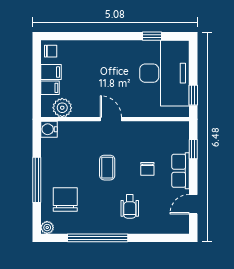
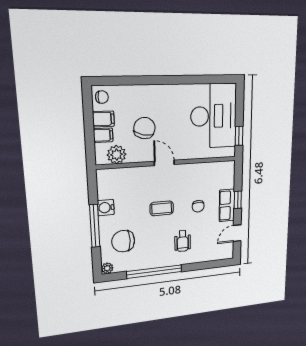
window: (152, 36) -> (202, 79), removed
chair: (91, 83) -> (144, 128), added
water cooler: (49, 129) -> (106, 208), moved
window: (193, 149) -> (238, 200), moved
coffee table: (107, 168) -> (162, 208), turned 90
chair: (65, 199) -> (123, 241), turned -90

